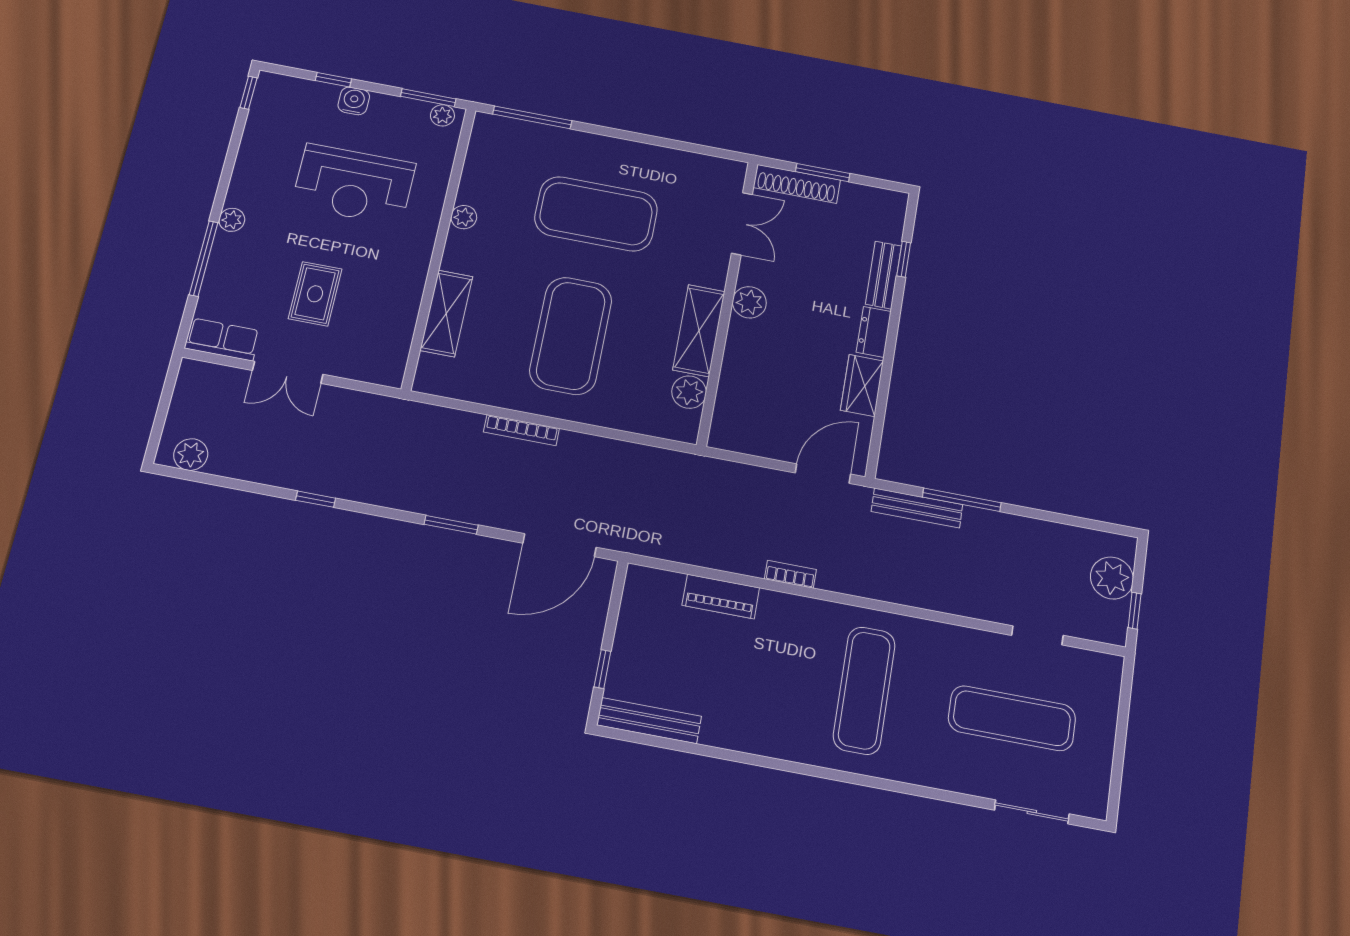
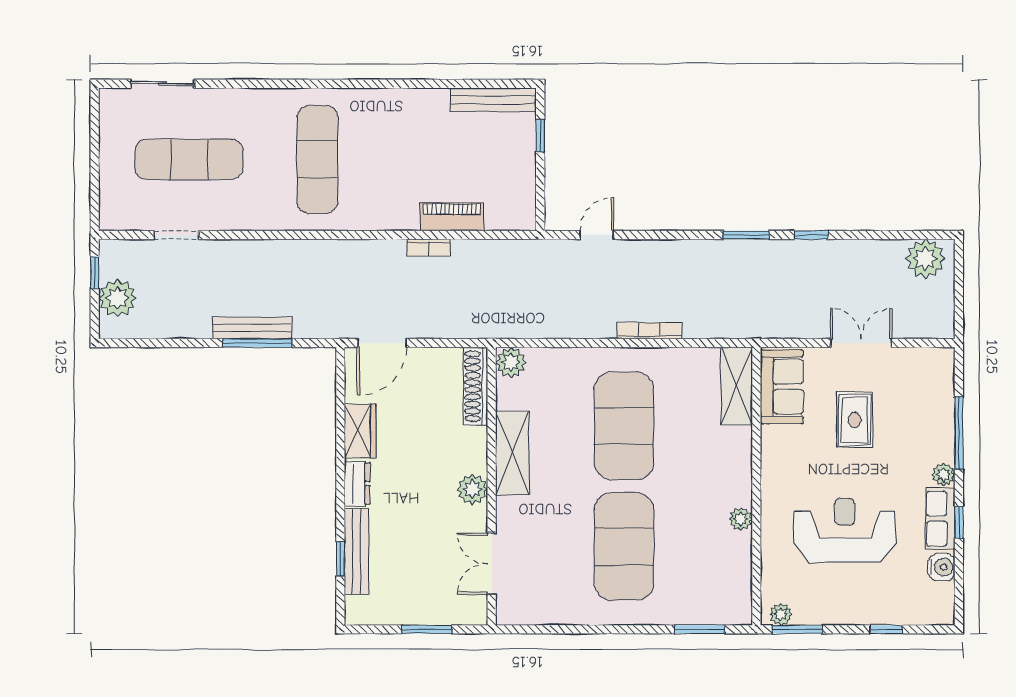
window: (249, 93) -> (959, 522), moved
water cooler: (354, 101) -> (942, 567), moved, turned -90
window: (532, 117) -> (700, 629), width x0.69
shoe rack: (797, 184) -> (476, 386), moved, turned -90
exercise mat: (596, 214) -> (624, 546), turned 90
bench: (883, 275) -> (356, 551), width x1.36
shelving: (446, 313) -> (737, 386), moved
row of seats: (222, 339) -> (940, 519), moved, turned 90
sofa: (387, 343) -> (782, 387), added
plant: (689, 392) -> (511, 362), moved
plant: (191, 455) -> (925, 259), width x1.36, depth x1.36
bench: (917, 508) -> (252, 328), moved
window: (451, 525) -> (746, 235), moved
door: (559, 545) -> (597, 235), width x0.53
bookcase: (790, 574) -> (429, 248), moved

